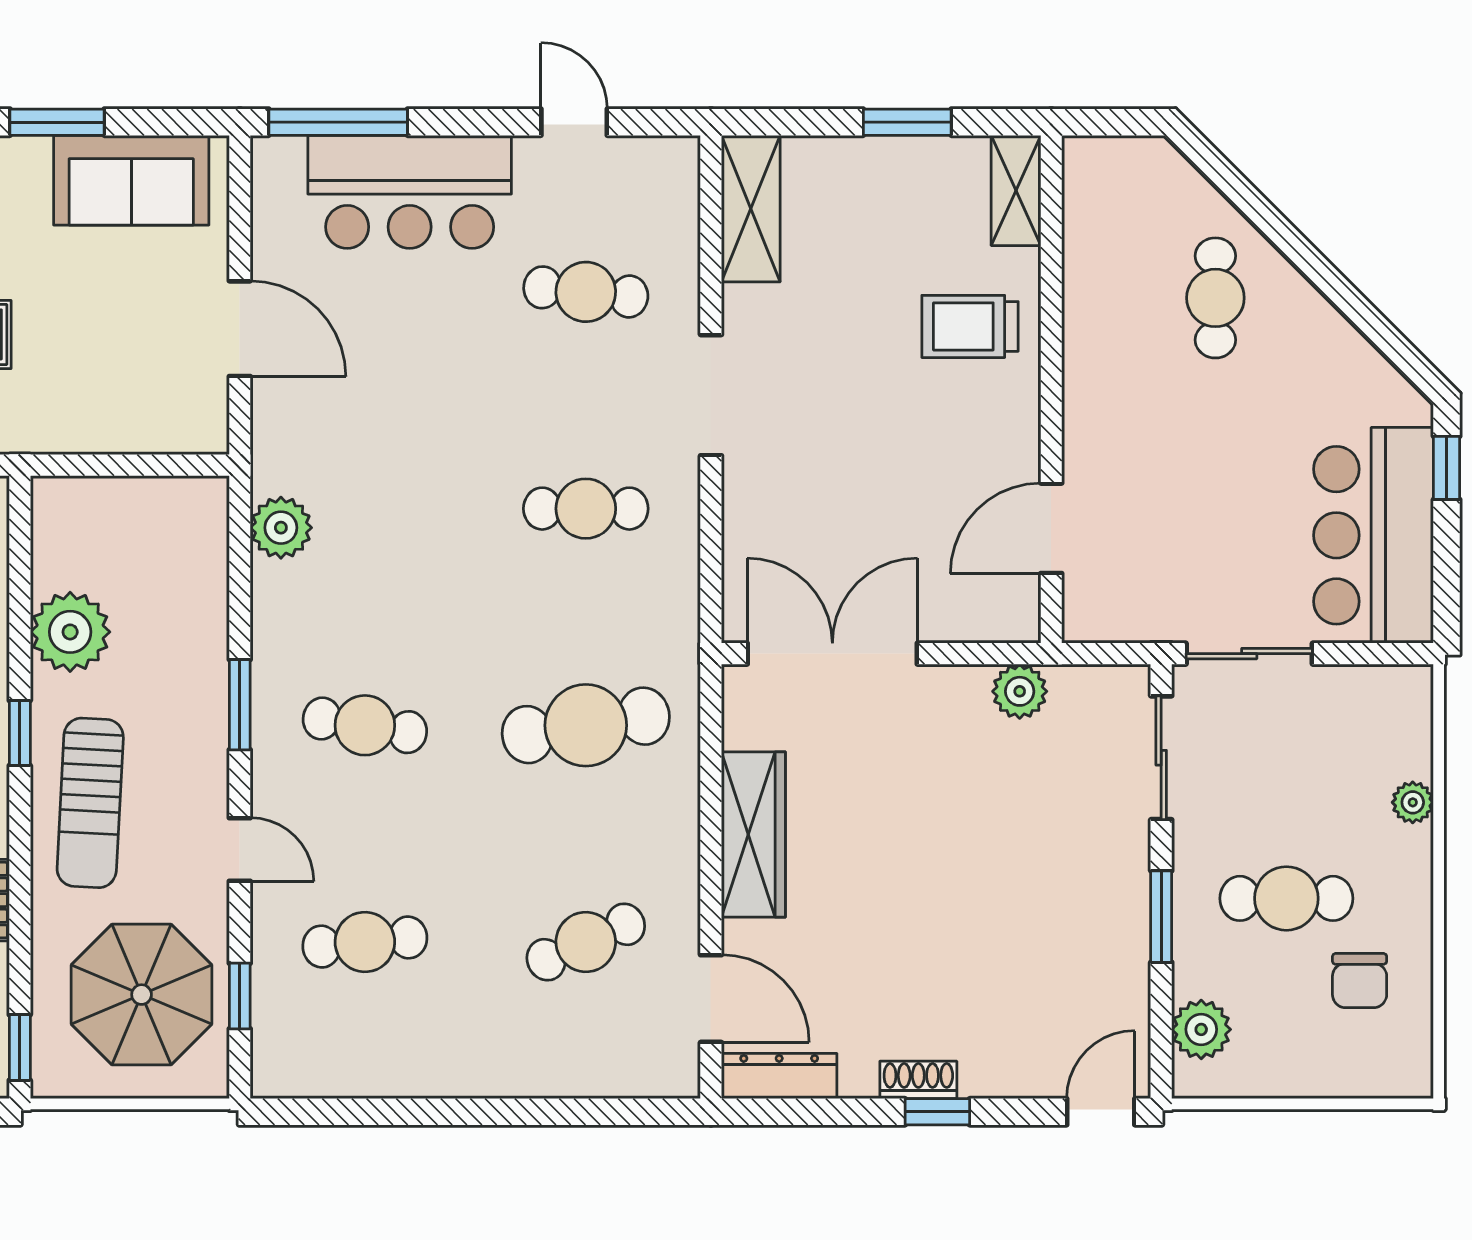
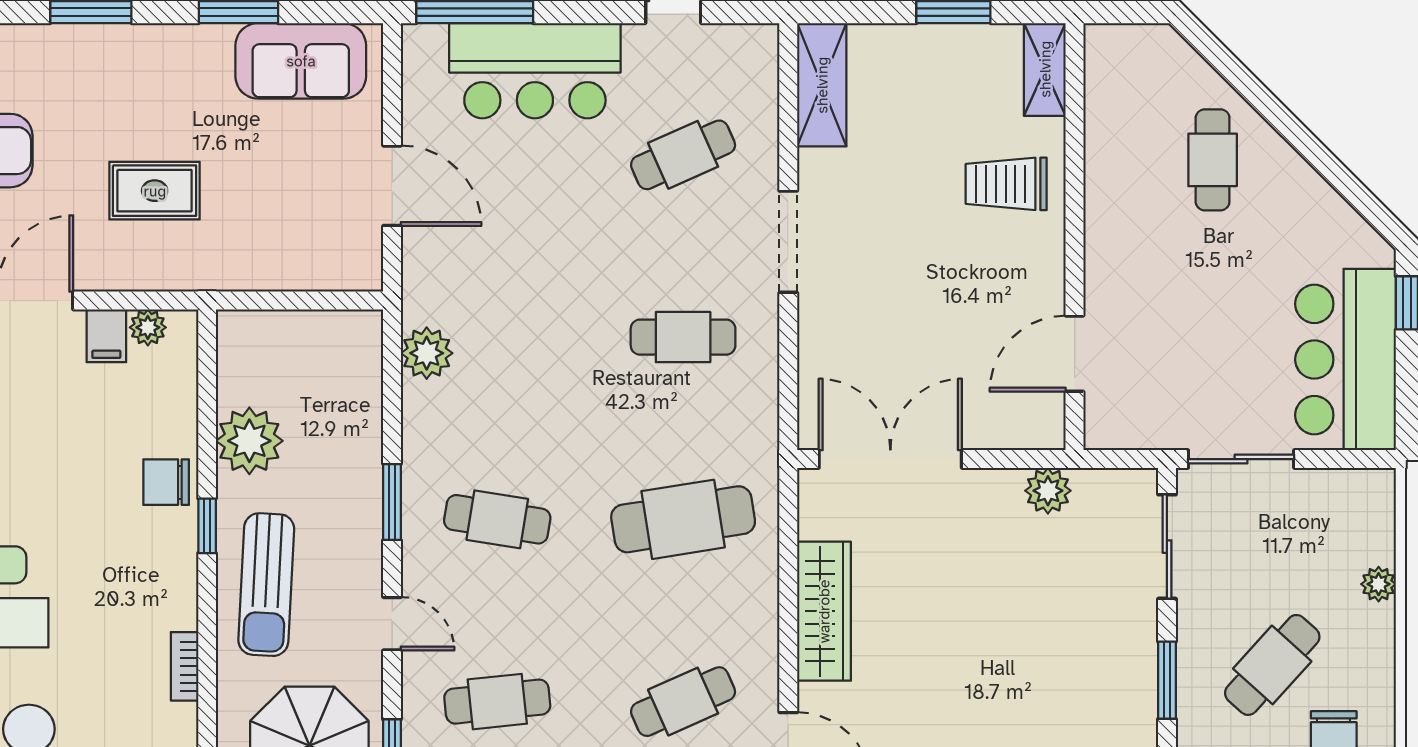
cafe table: (586, 292) -> (683, 155), turned -30
cafe table: (1286, 898) -> (1272, 665), turned -48

